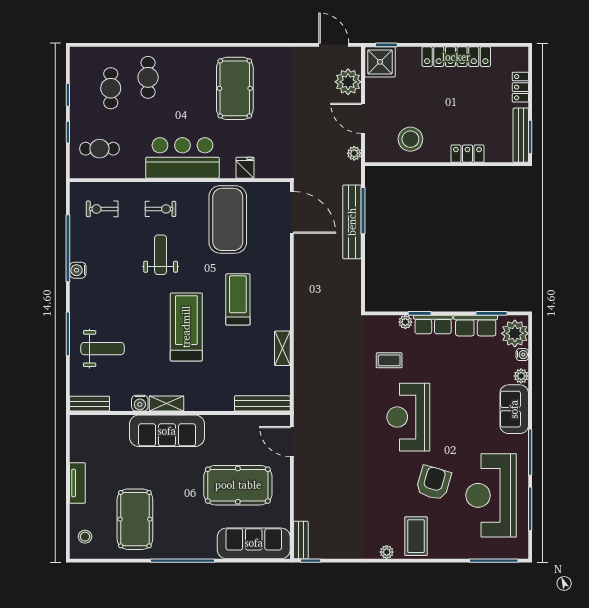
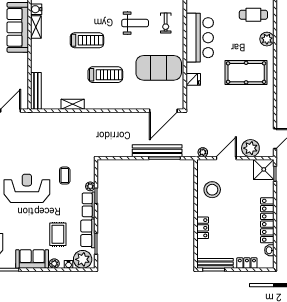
washbasin: (501, 54) -> (269, 250), added
plant: (185, 57) -> (267, 39), added
treadmill: (186, 327) -> (87, 40), width x0.73, depth x0.73
rug: (477, 370) -> (58, 234), added

